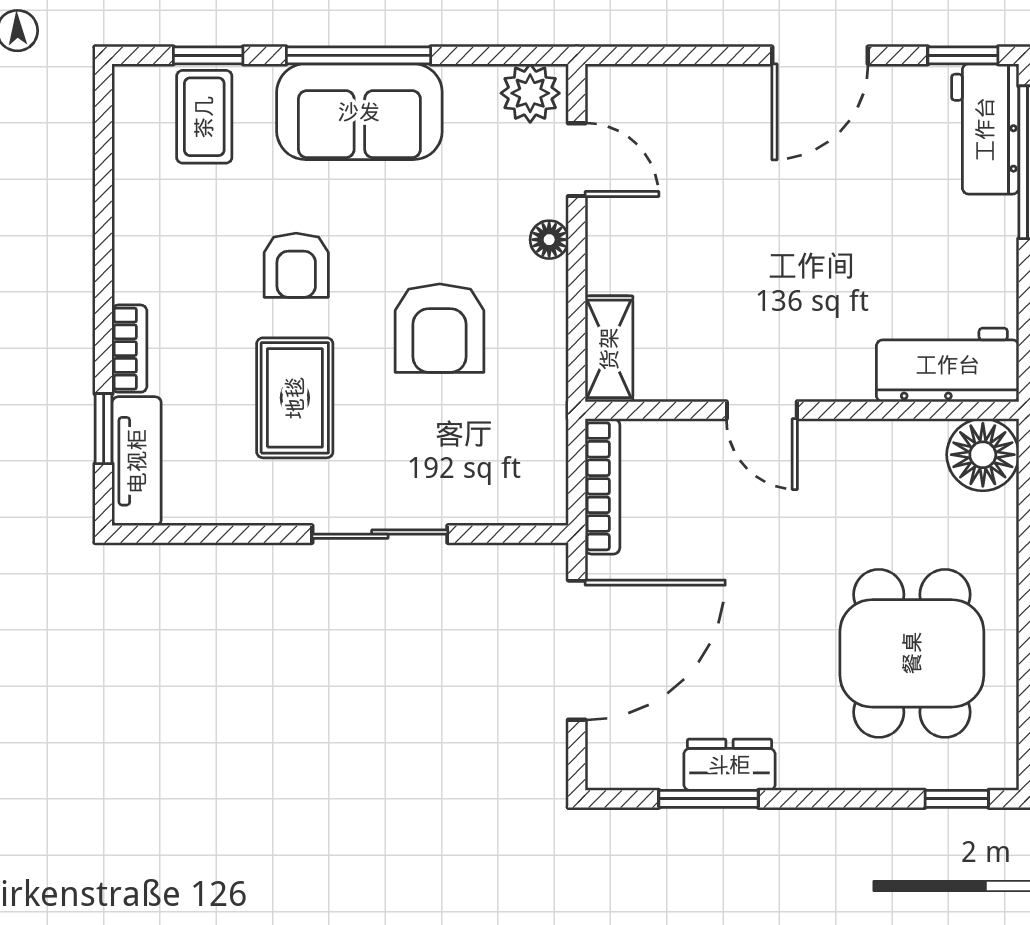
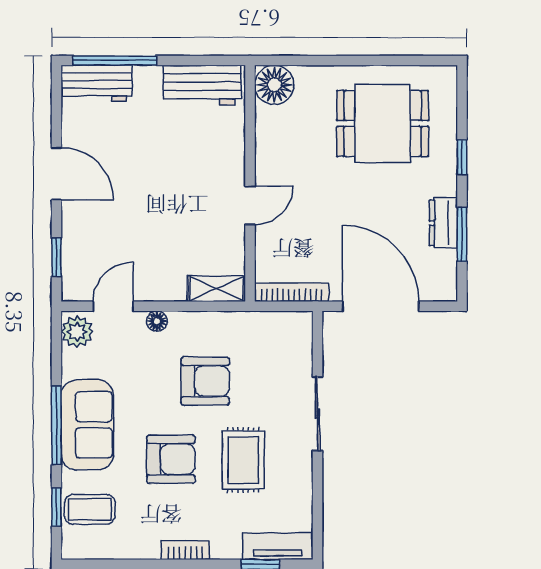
window: (963, 55) -> (56, 257), moved
armchair: (296, 265) -> (171, 459), width x1.38, depth x1.38
bookcase: (129, 349) -> (185, 550), moved
workbench: (948, 365) -> (202, 85), moved, turned -90
rug: (295, 398) -> (243, 460), turned 90
window: (957, 799) -> (462, 157), moved

